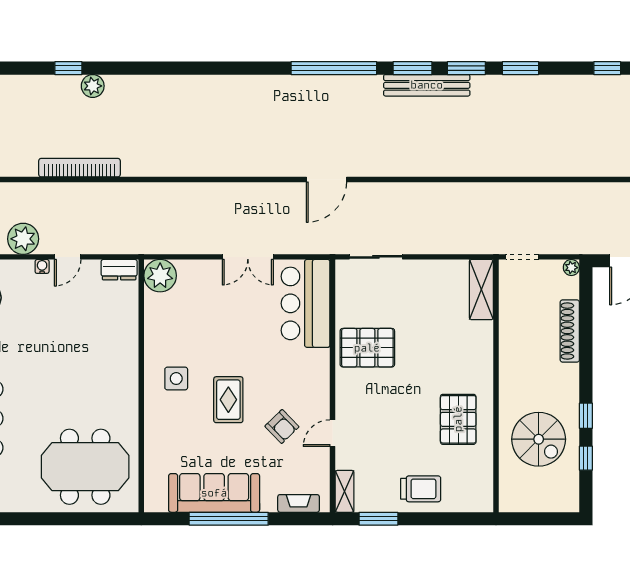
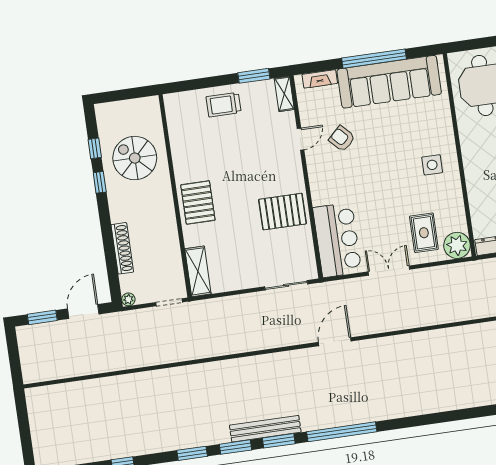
rug: (228, 400) -> (424, 233), moved
pallet: (458, 419) -> (198, 202), moved
sofa: (214, 493) -> (389, 82), width x1.36, depth x1.27

